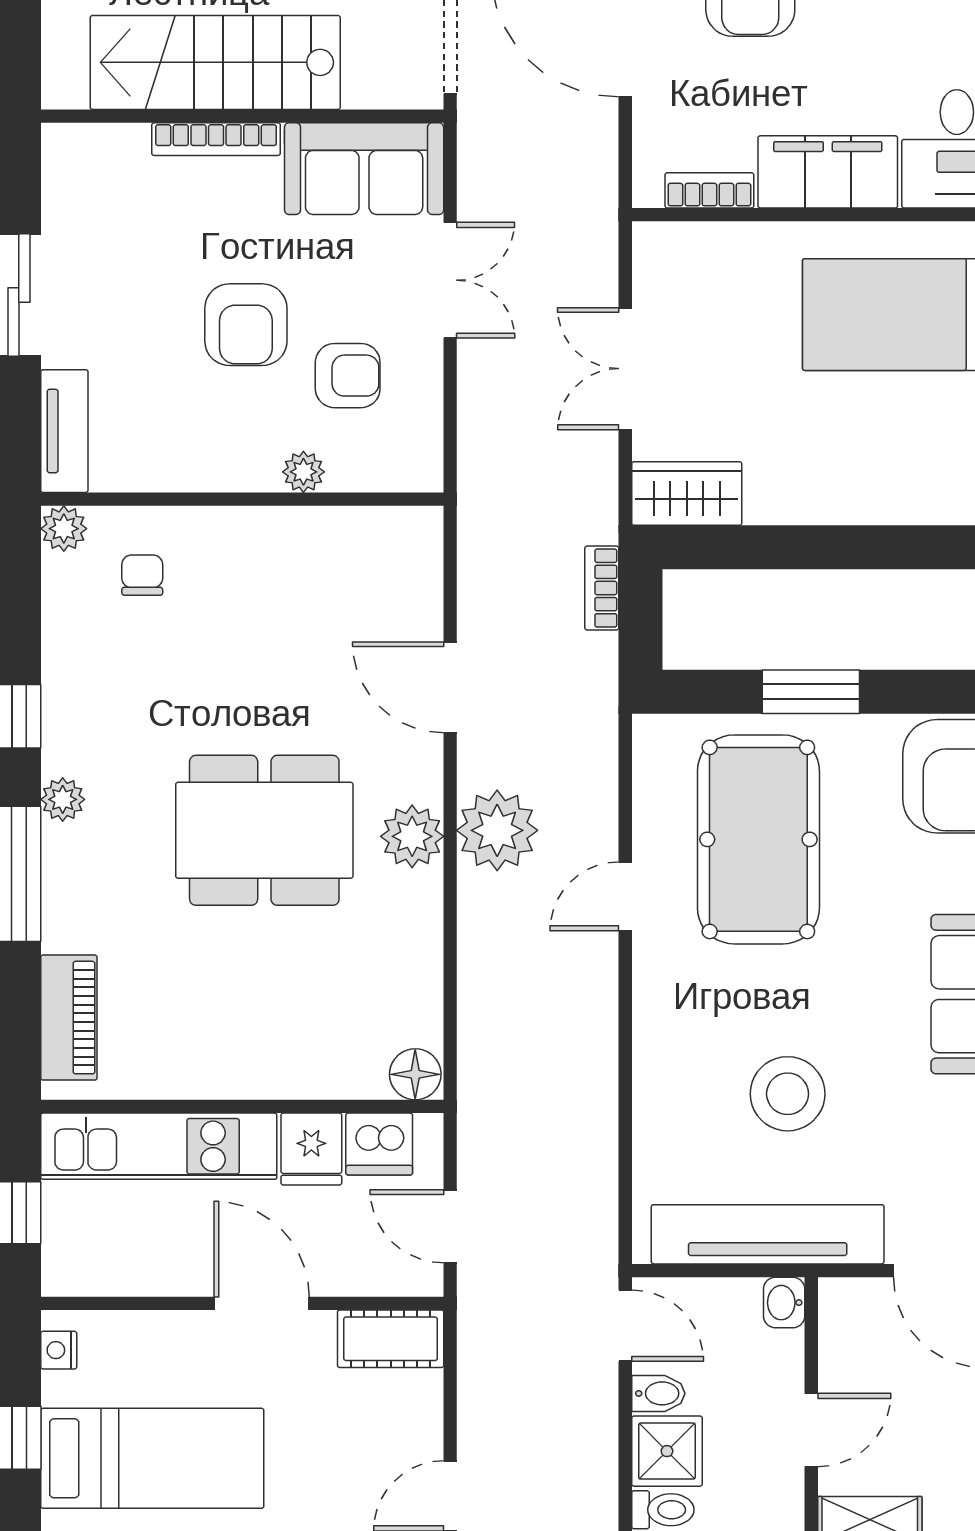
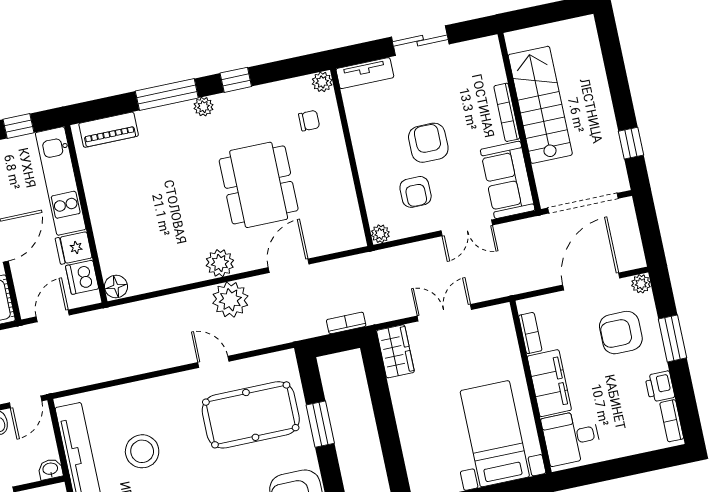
armchair: (246, 325) -> (428, 143), turned 90
plant: (303, 472) -> (380, 234), moved
dining table: (264, 830) -> (259, 185), moved

